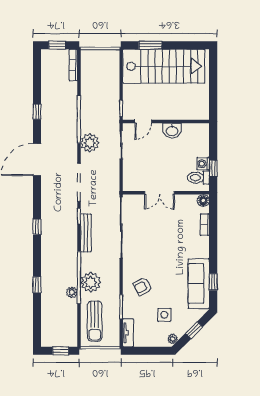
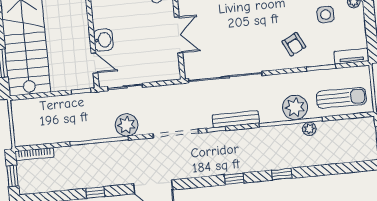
washbasin: (172, 131) -> (103, 40), moved
window: (37, 285) -> (282, 174), moved

